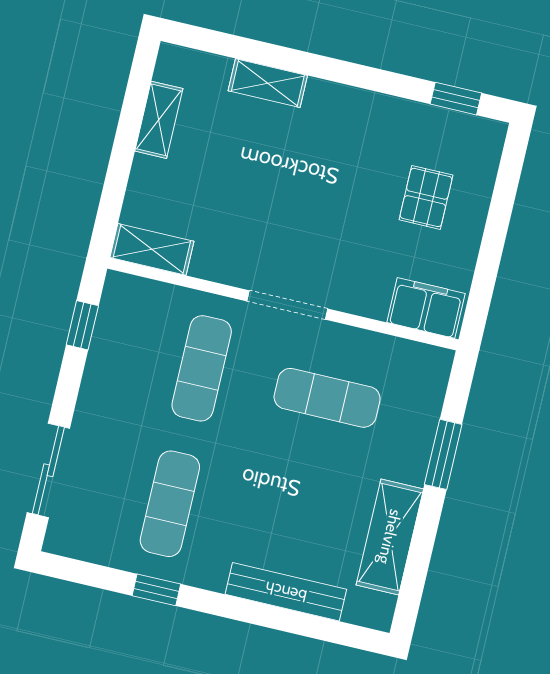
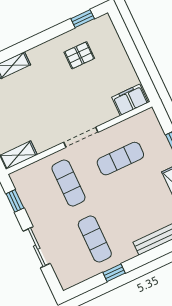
pallet: (426, 197) -> (79, 55), moved, turned 90
sliding door: (48, 470) -> (37, 247), moved

